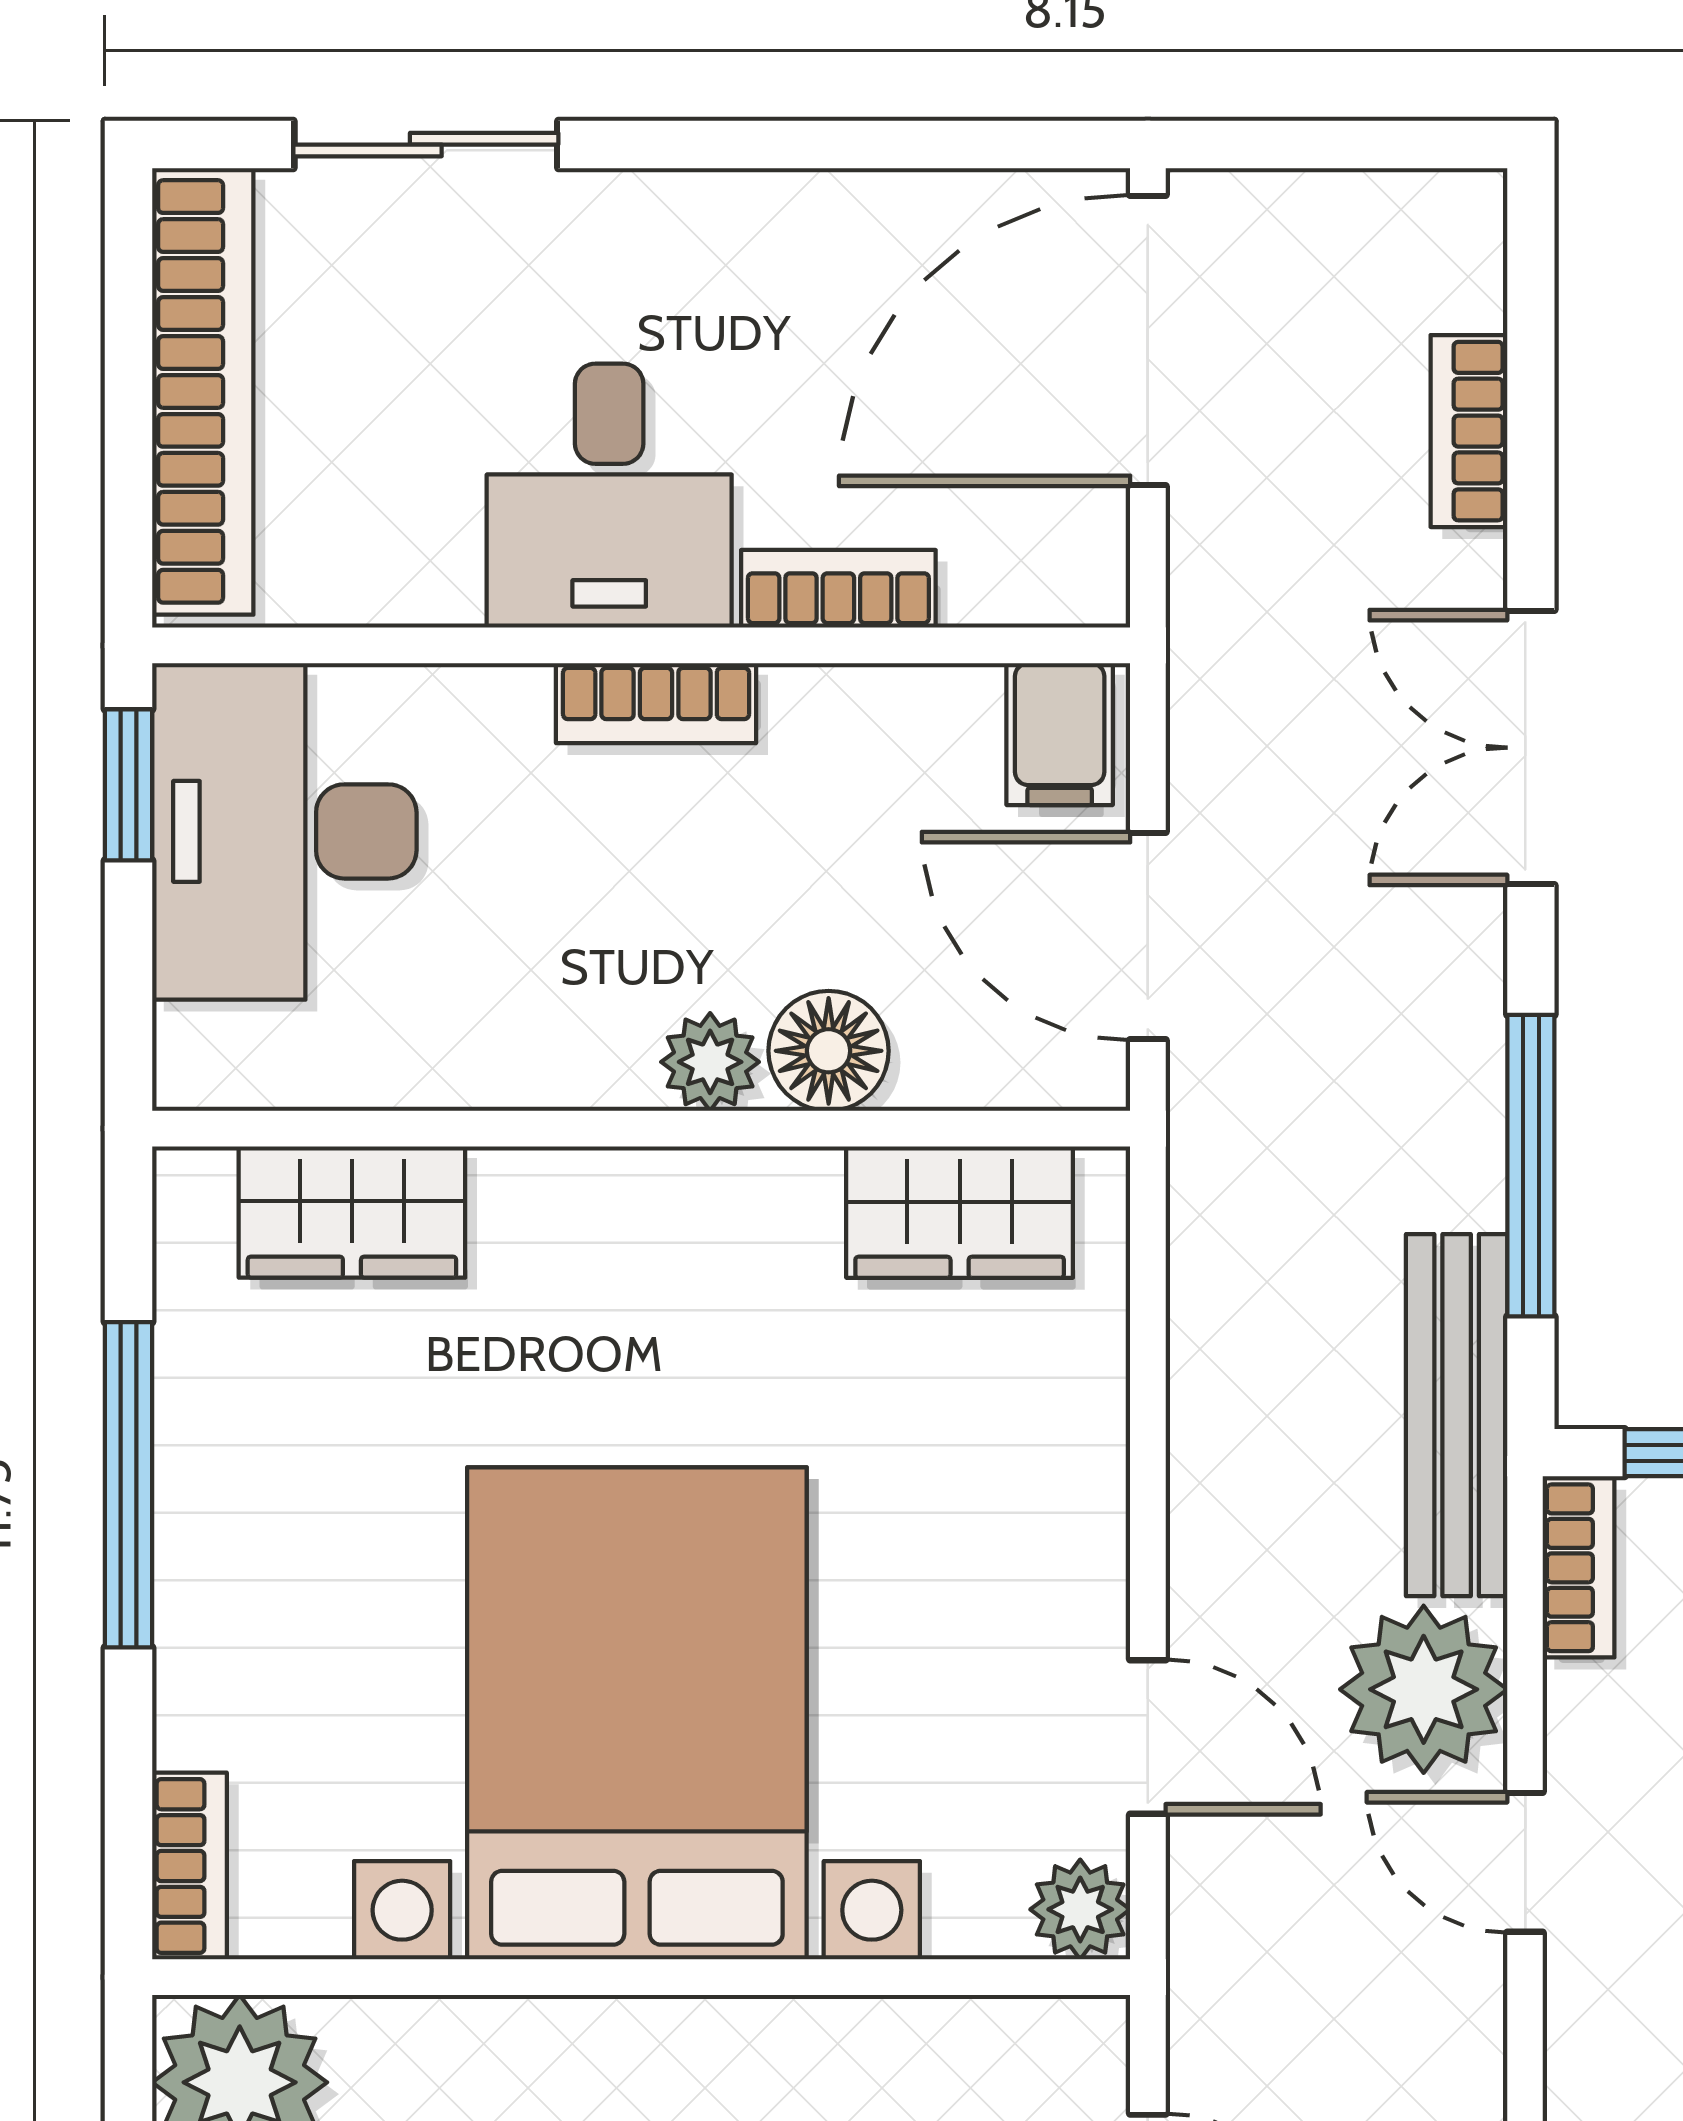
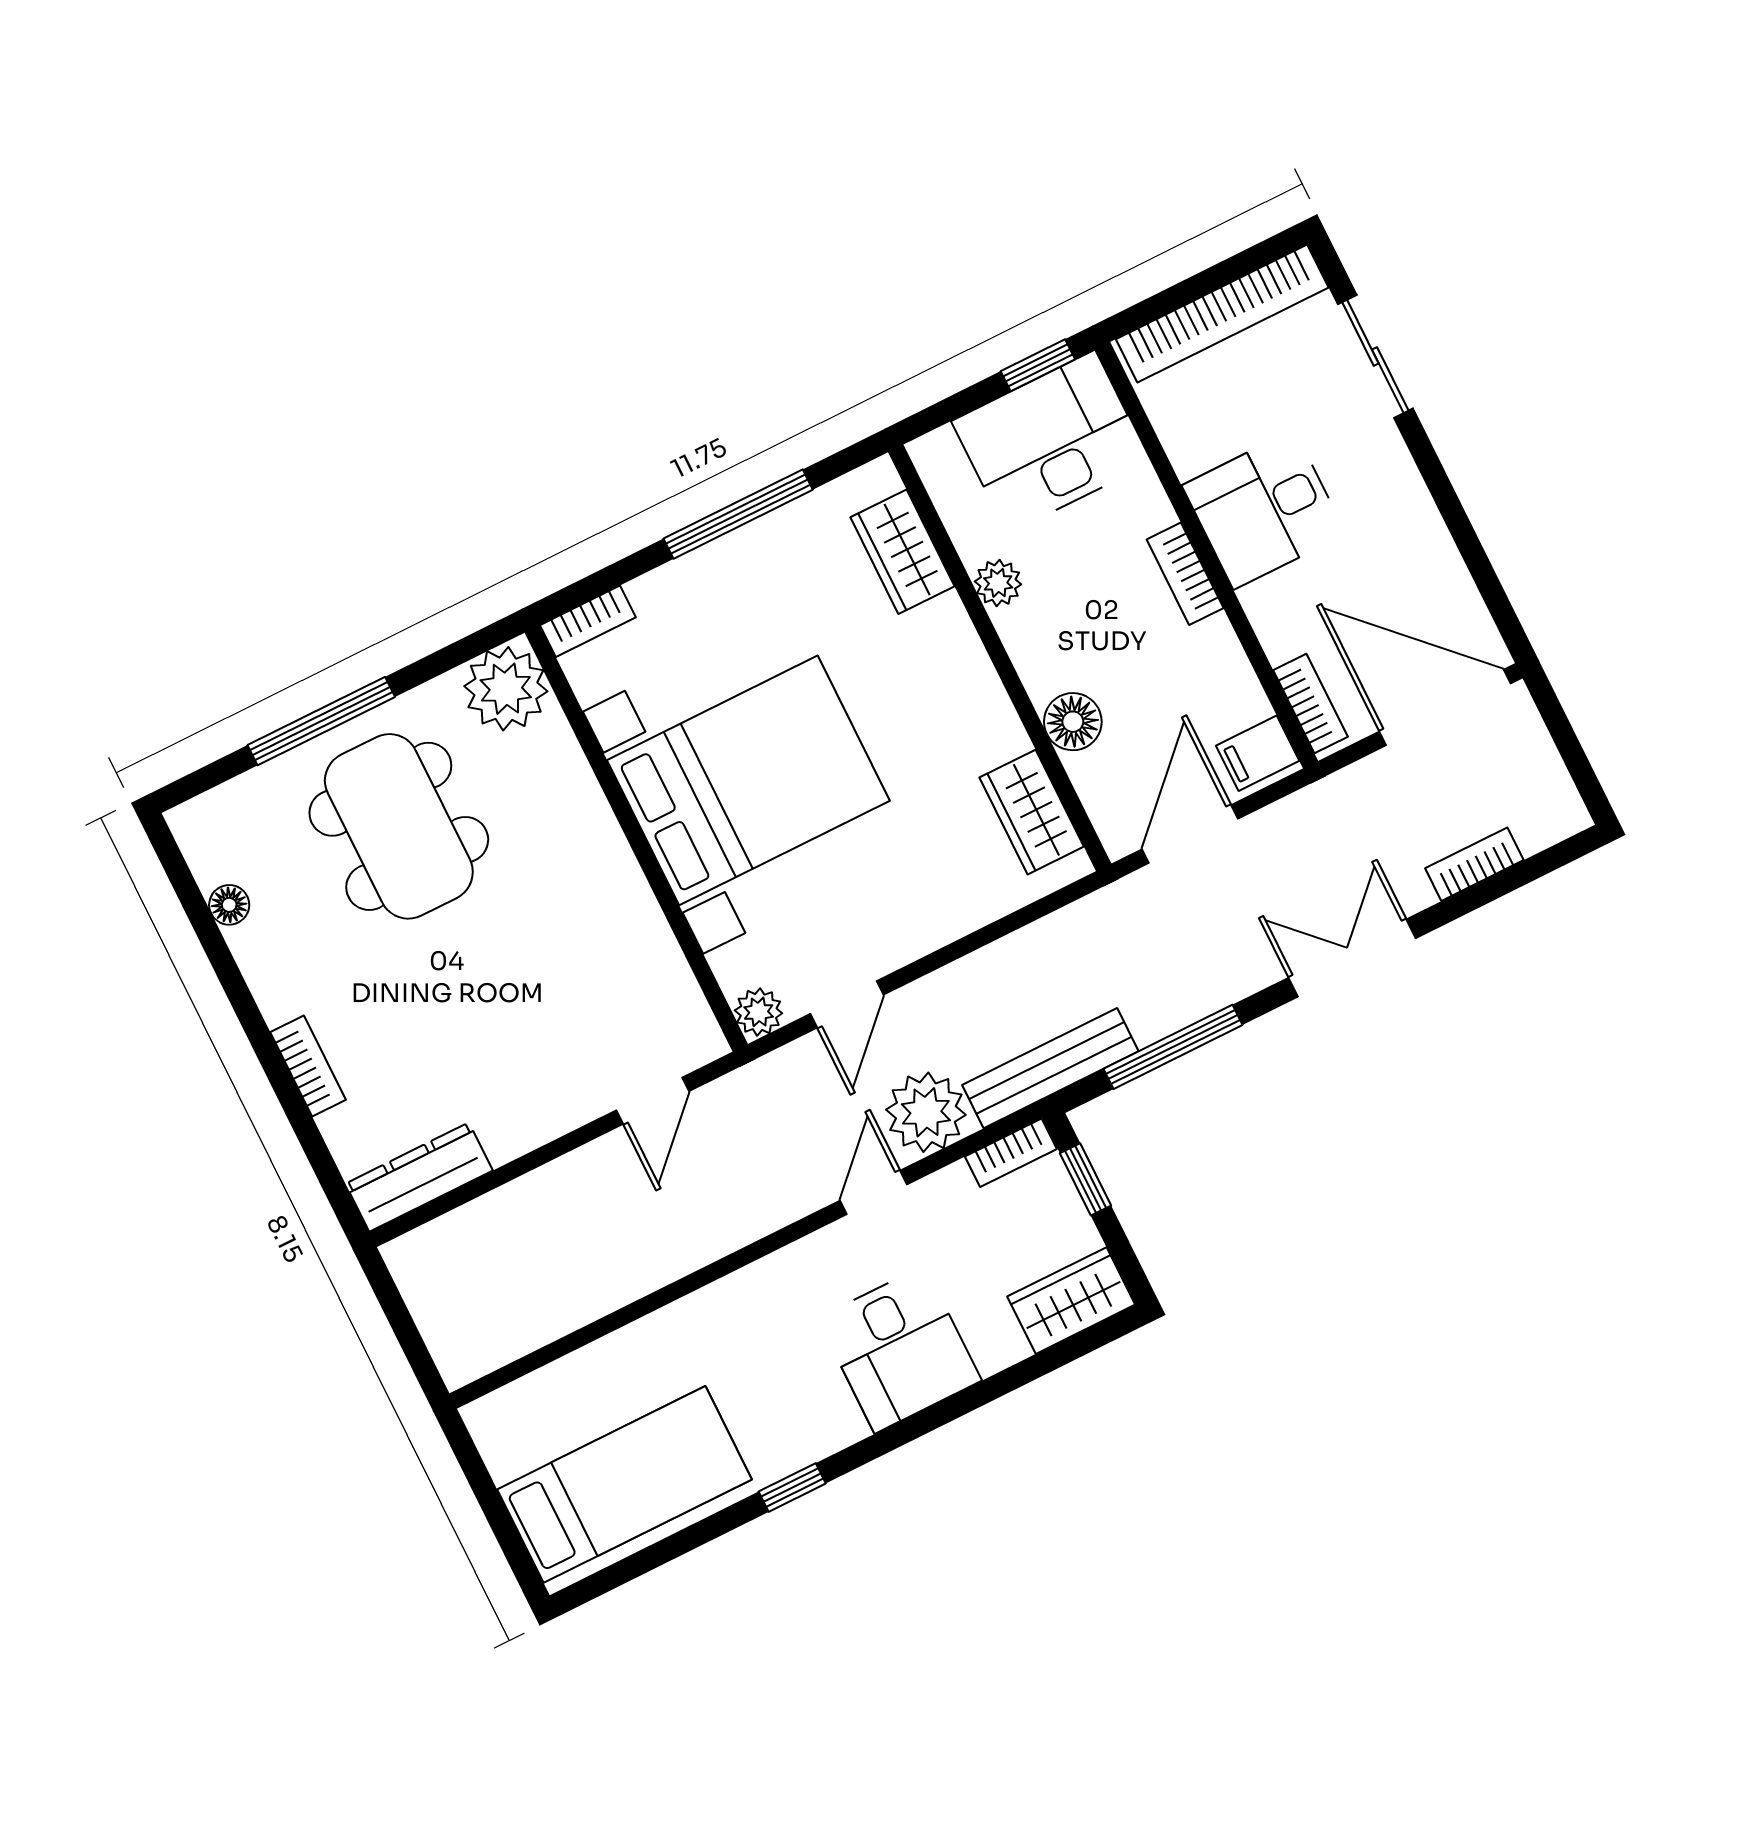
bookcase: (838, 589) -> (1310, 703), moved
plant: (710, 1062) -> (998, 583), moved

